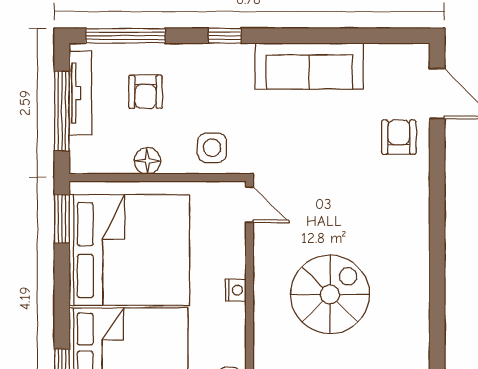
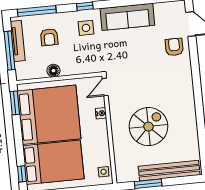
side table: (212, 148) -> (86, 28), moved
door: (249, 205) -> (105, 87), swing flipped
nightstand: (236, 290) -> (101, 113), moved

